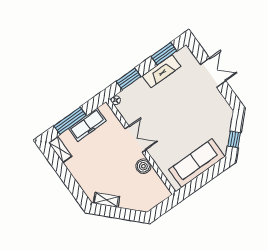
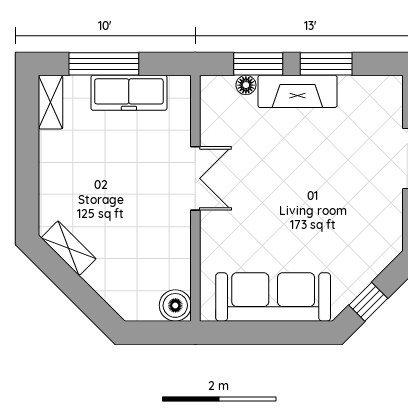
window: (164, 54) -> (326, 64), moved
fireplace: (162, 71) -> (297, 91), moved
floor lamp: (116, 100) -> (246, 85), moved
boiler: (143, 166) -> (175, 305), moved

